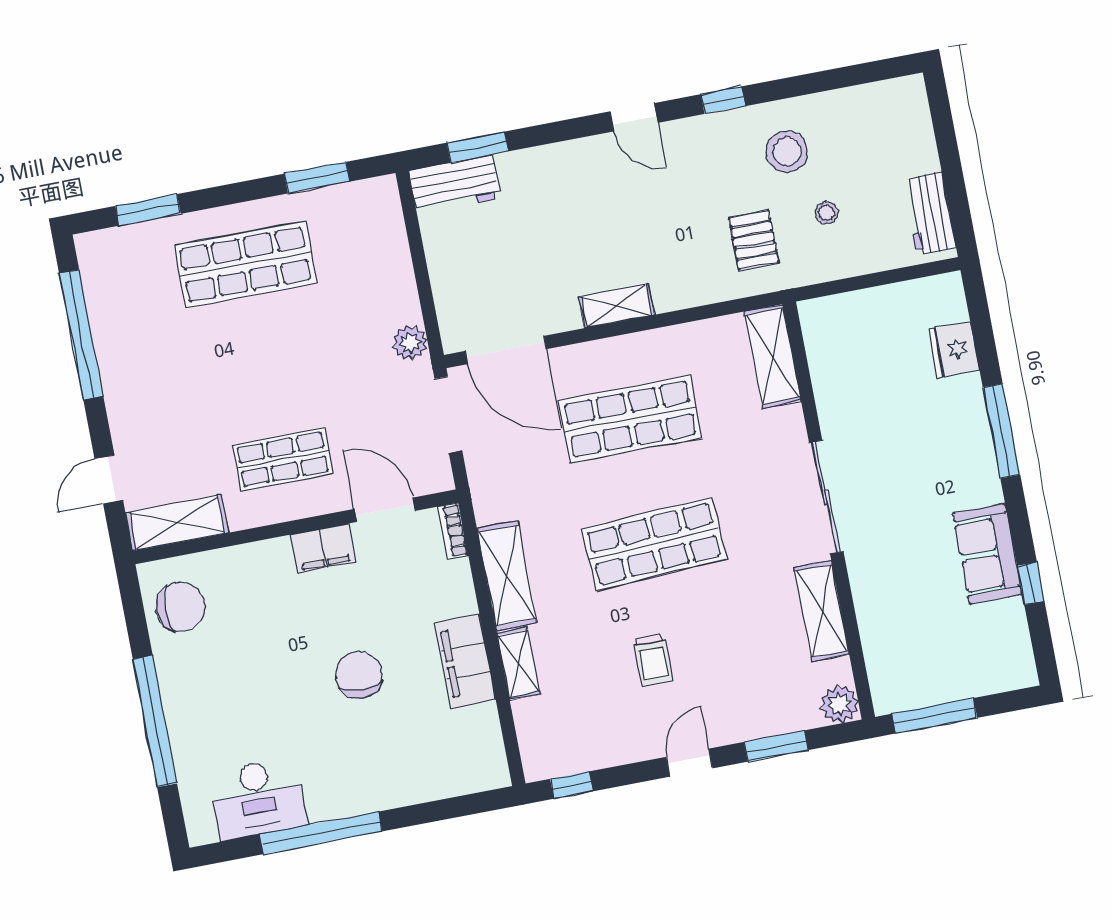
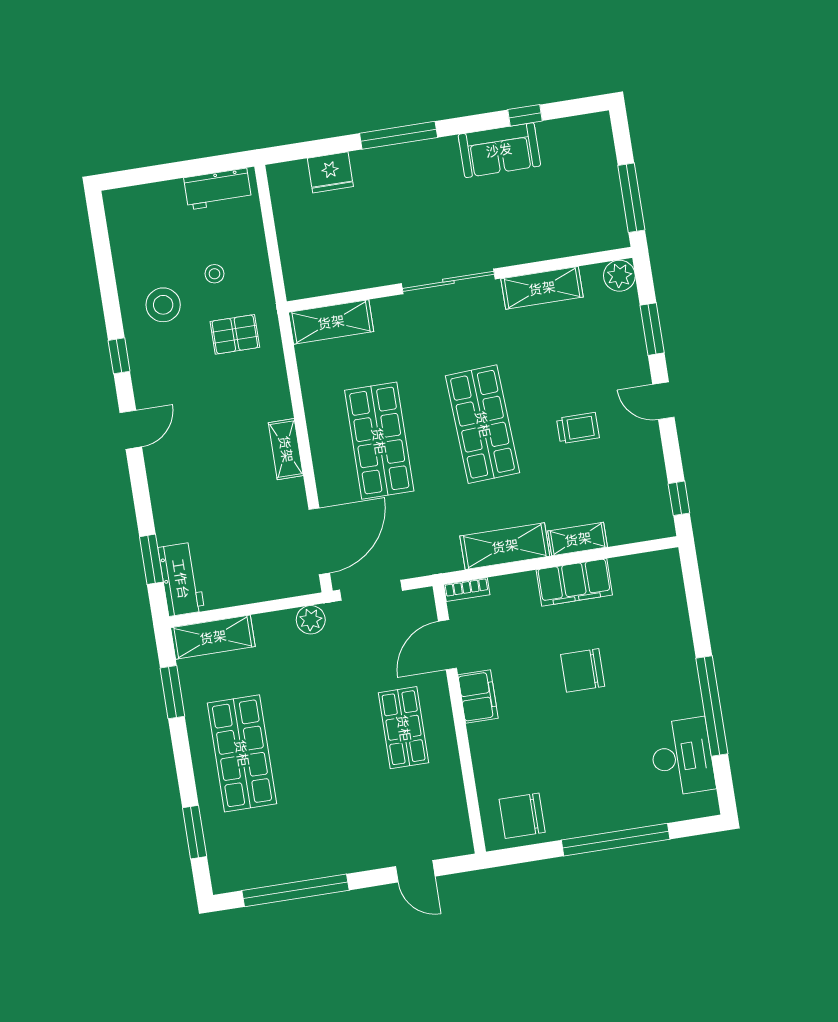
shelving: (177, 523) -> (213, 637), moved, turned 90
chair: (180, 607) -> (522, 816), turned -90

